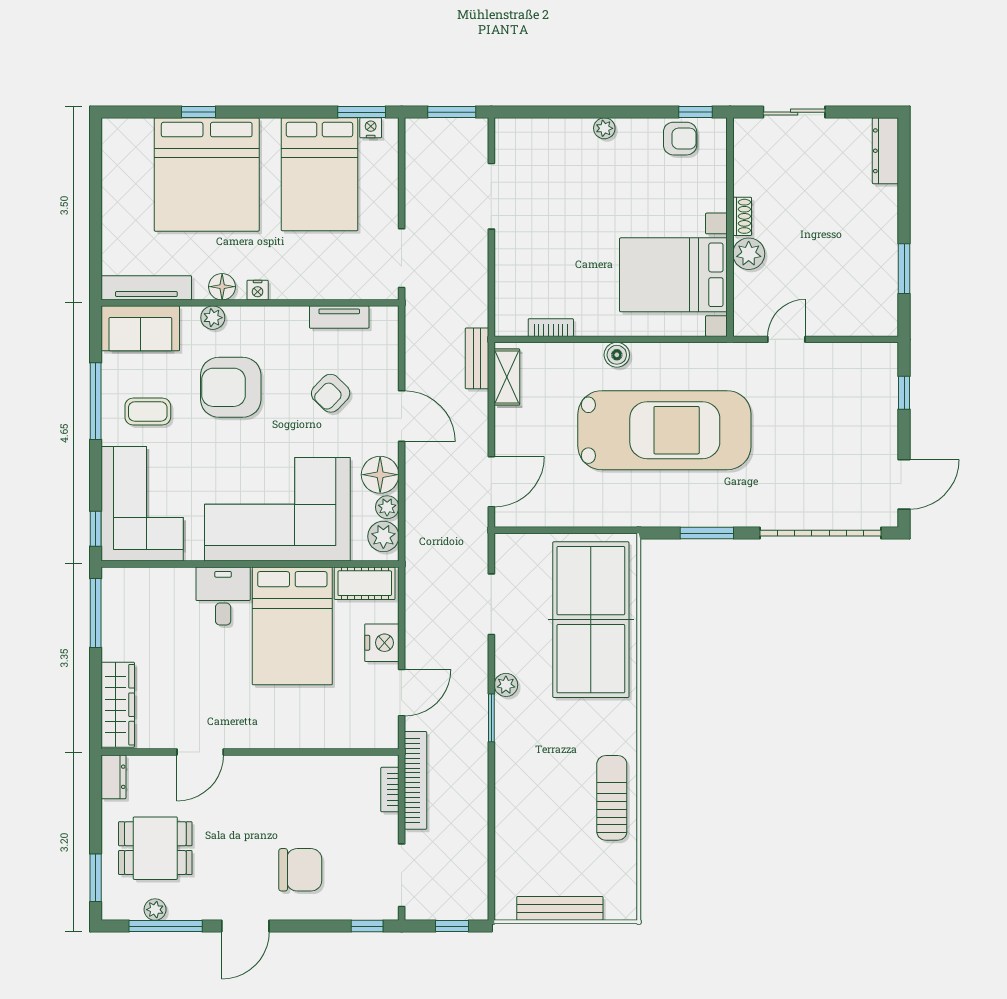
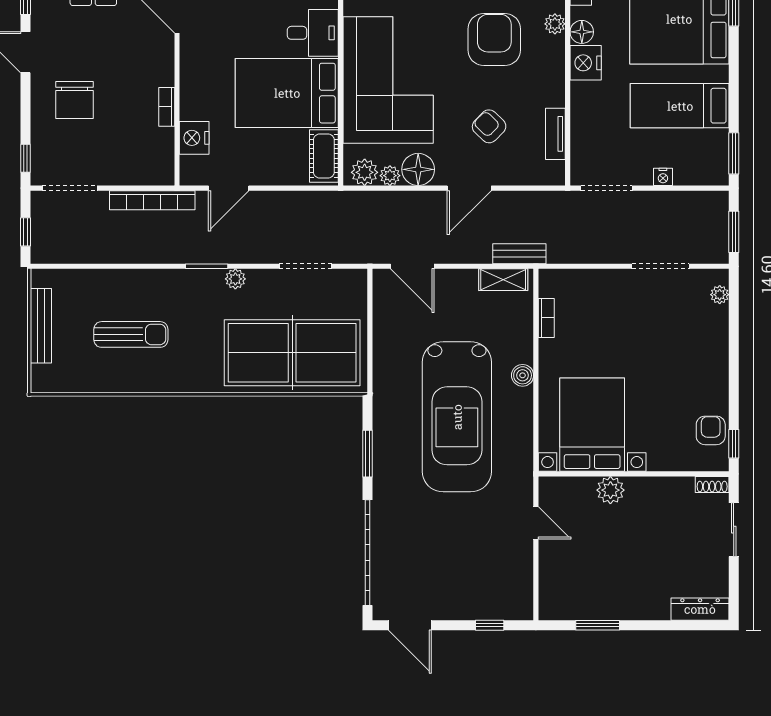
nightstand: (371, 128) -> (663, 177), moved, turned 90
plant: (604, 128) -> (720, 295), moved
armchair: (680, 139) -> (711, 430), turned 180
bed: (319, 174) -> (680, 106), width x0.67
shoe rack: (742, 216) -> (712, 484), moved
nightstand: (258, 290) -> (586, 63), width x1.89, depth x1.79
nightstand: (382, 643) -> (194, 138), moved, turned 90
door: (402, 693) -> (229, 188), hinge flipped
bookcase: (390, 790) -> (167, 107), moved, turned -90
sun lounger: (612, 798) -> (131, 334), moved

